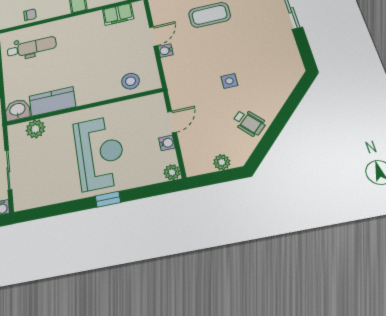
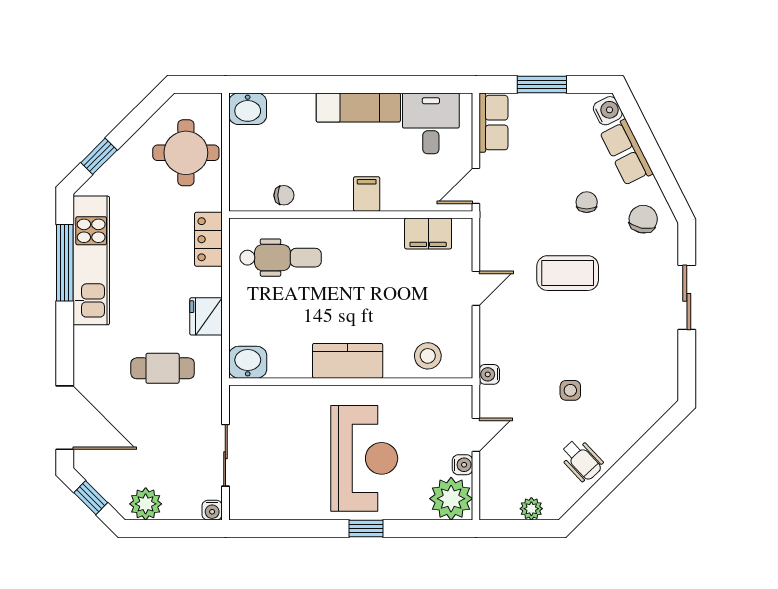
water cooler: (166, 51) -> (489, 374), moved
kitchen counter: (52, 101) -> (348, 361), moved
plant: (35, 129) -> (273, 400), removed
plant: (172, 172) -> (451, 499), width x1.87, depth x1.87

